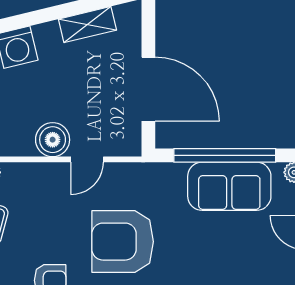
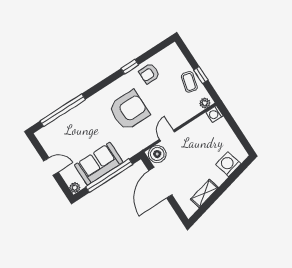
door: (148, 89) -> (160, 183), hinge flipped
boiler: (53, 140) -> (157, 154), moved

